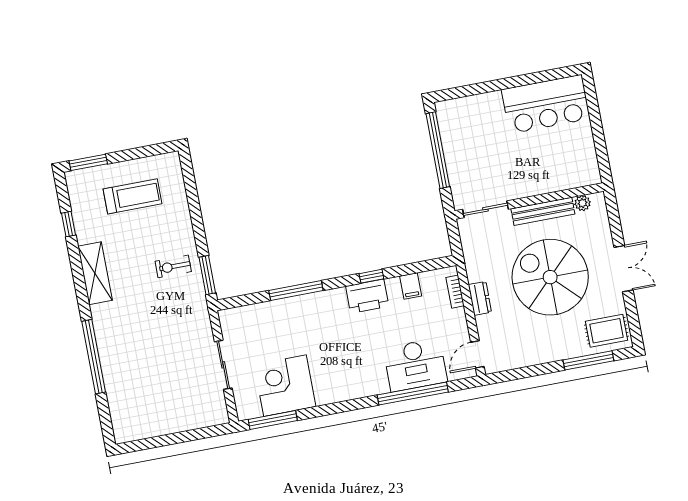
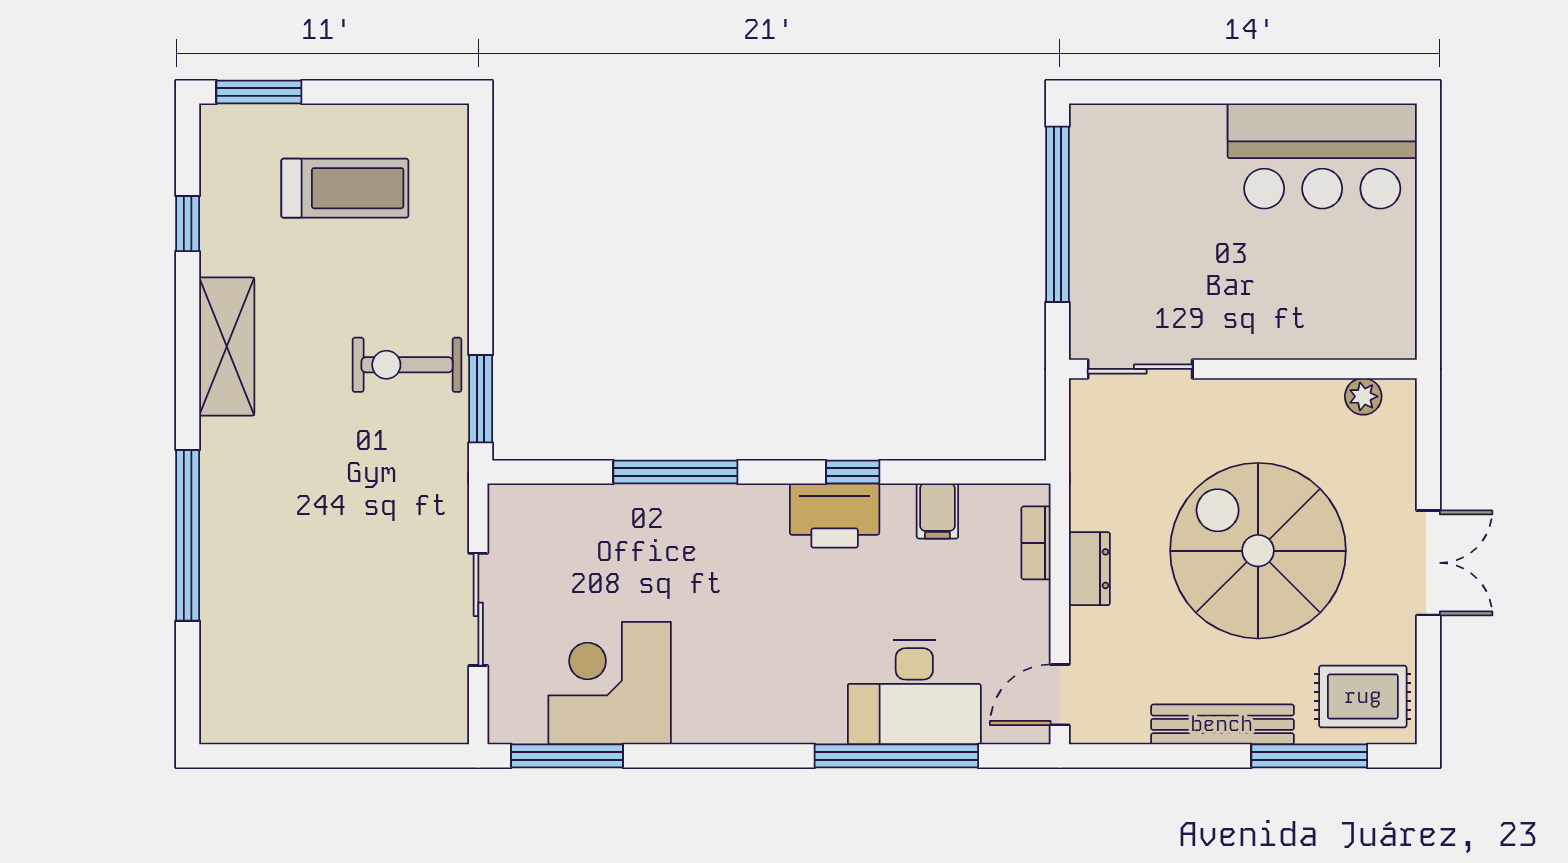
bench: (543, 211) -> (1222, 724), moved
exercise bike: (173, 266) -> (407, 365), width x1.38, depth x1.39

